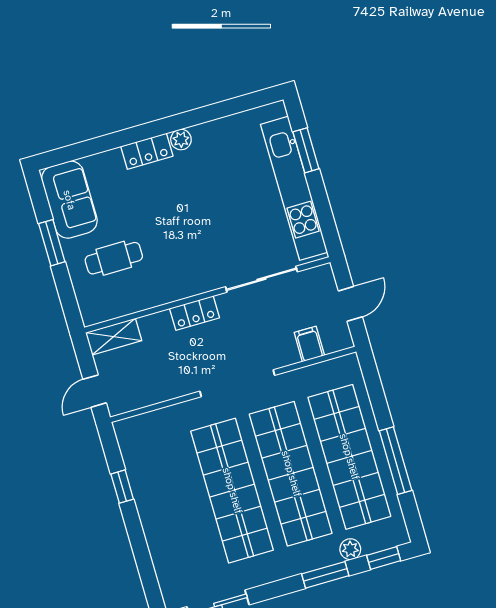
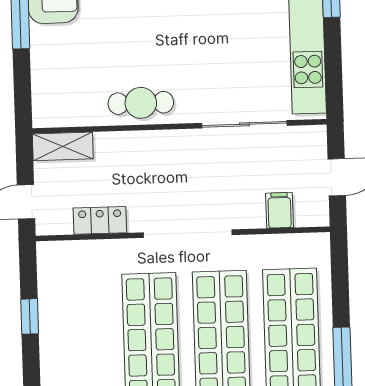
cafe table: (114, 258) -> (141, 103), moved
locker: (194, 313) -> (100, 220), moved, turned 180

